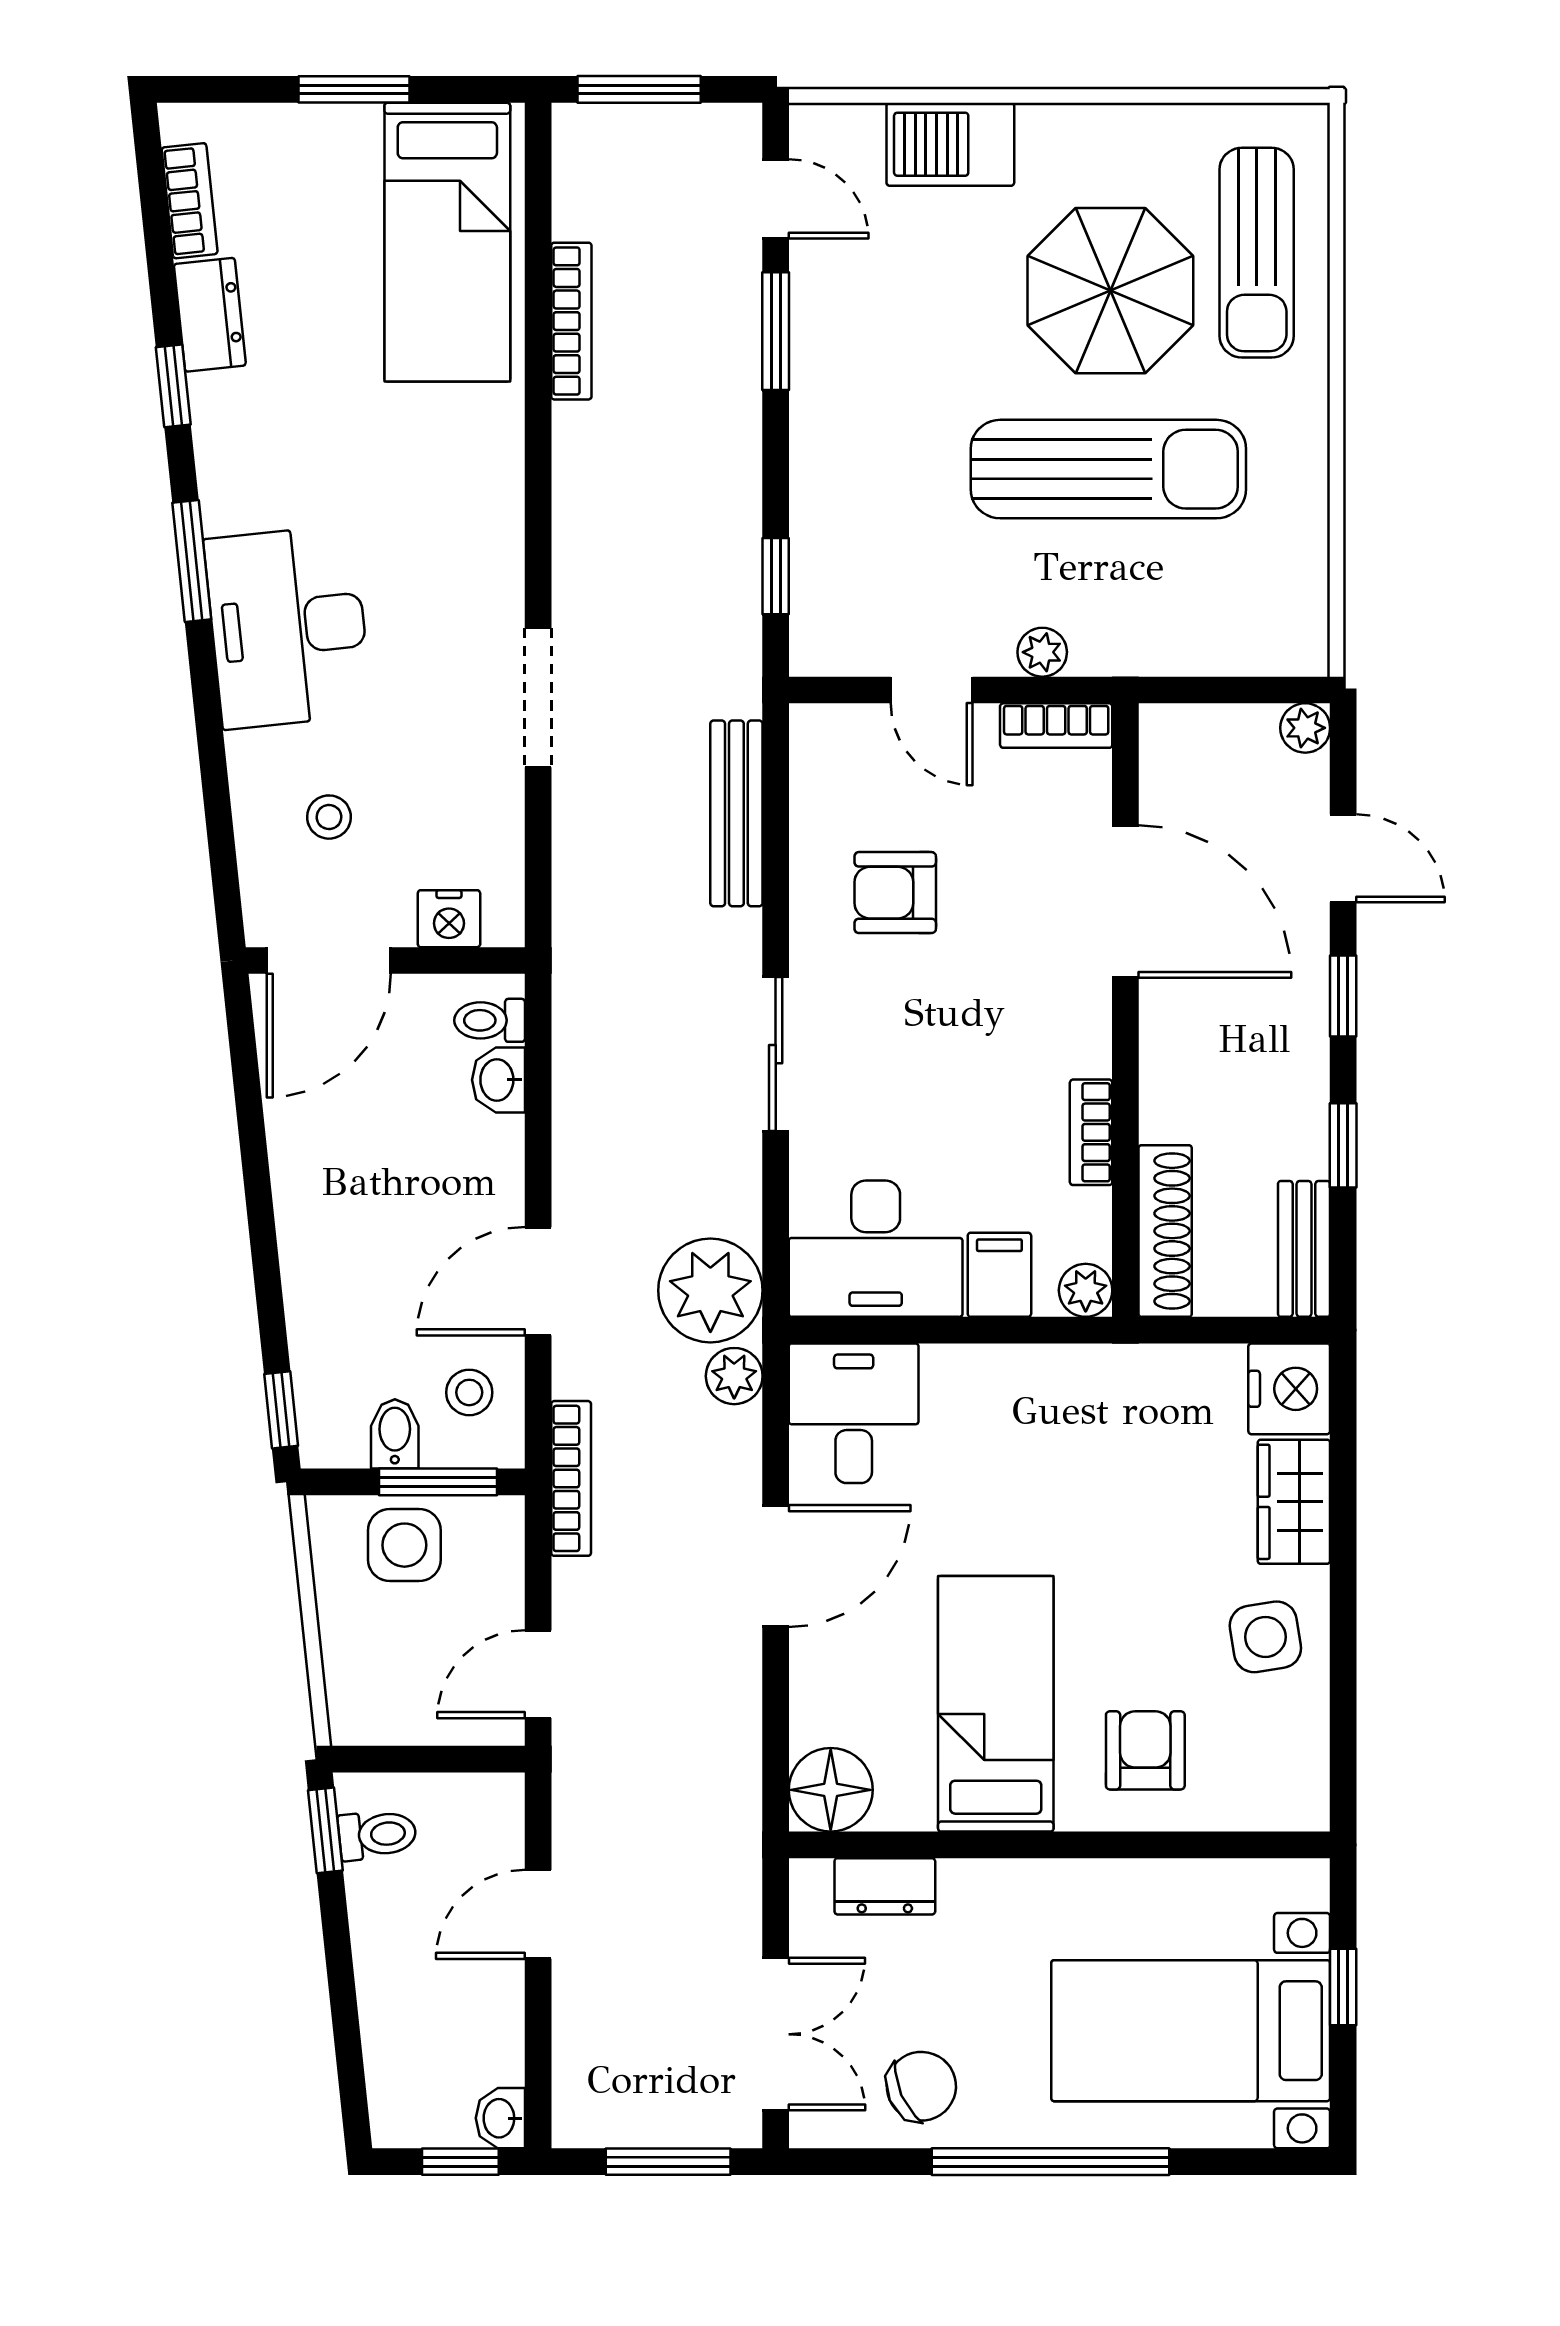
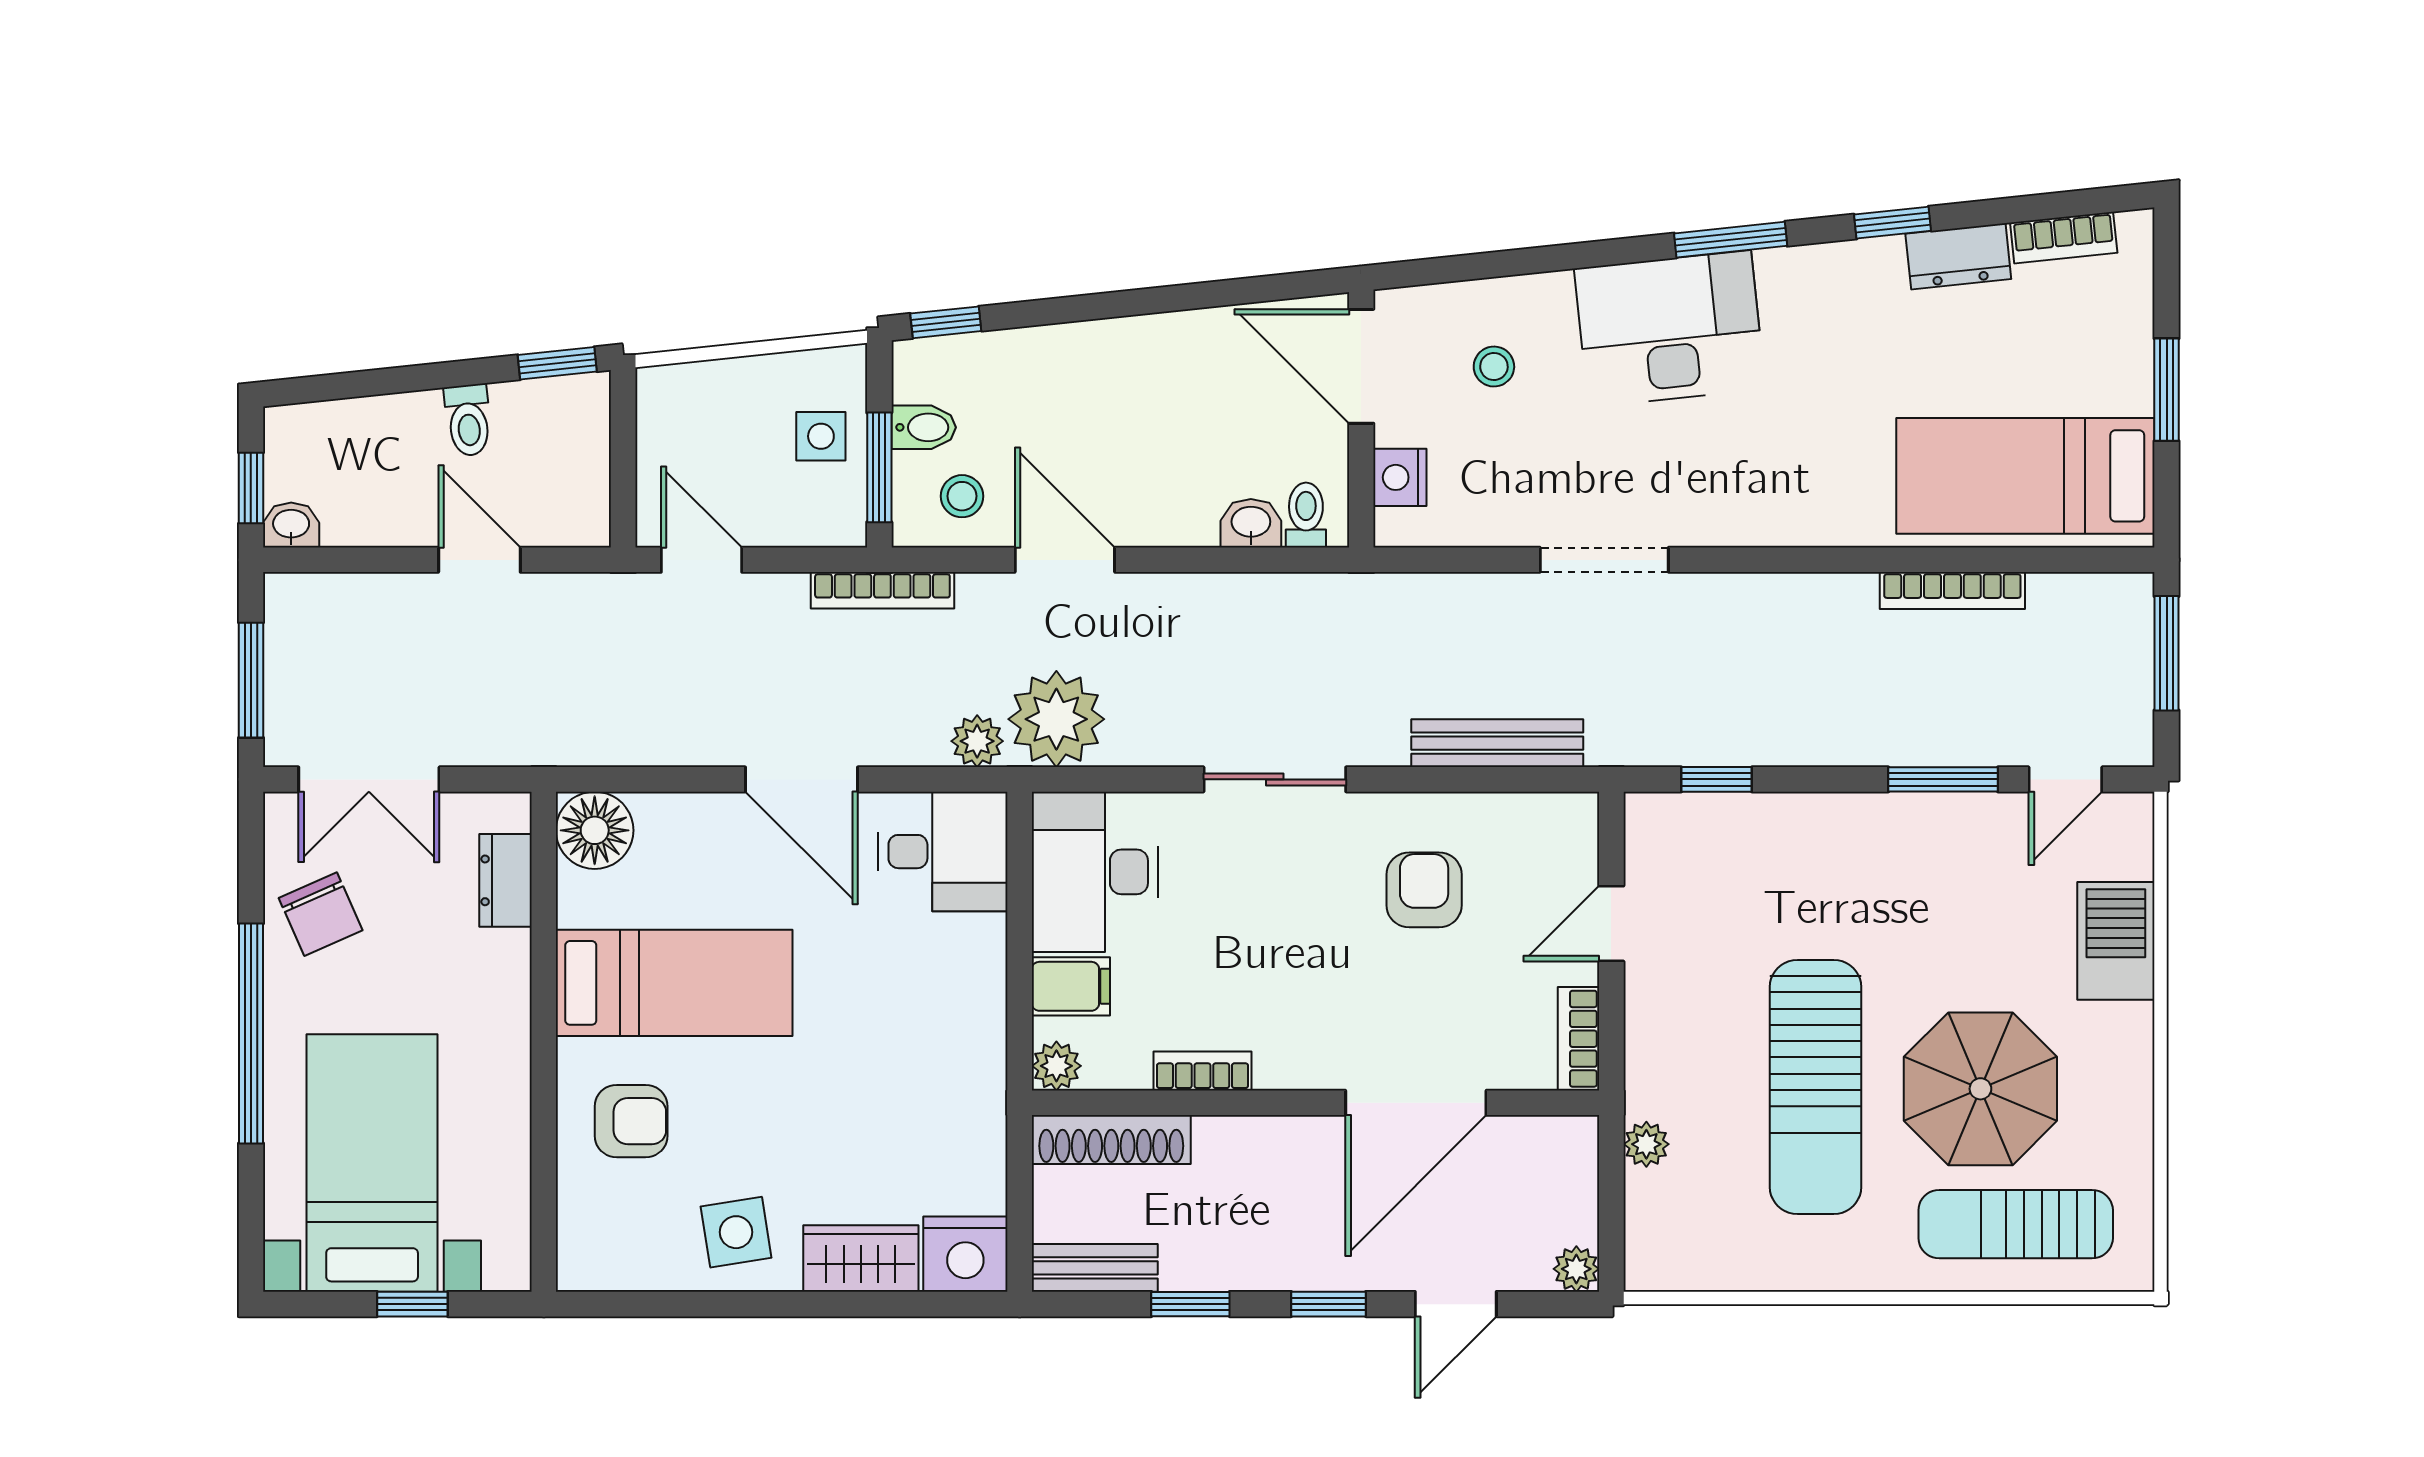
plant: (1042, 652) -> (1646, 1144), moved
side table: (404, 1545) -> (821, 436), width x0.73, depth x0.73
toilet: (377, 1835) -> (468, 420), moved

